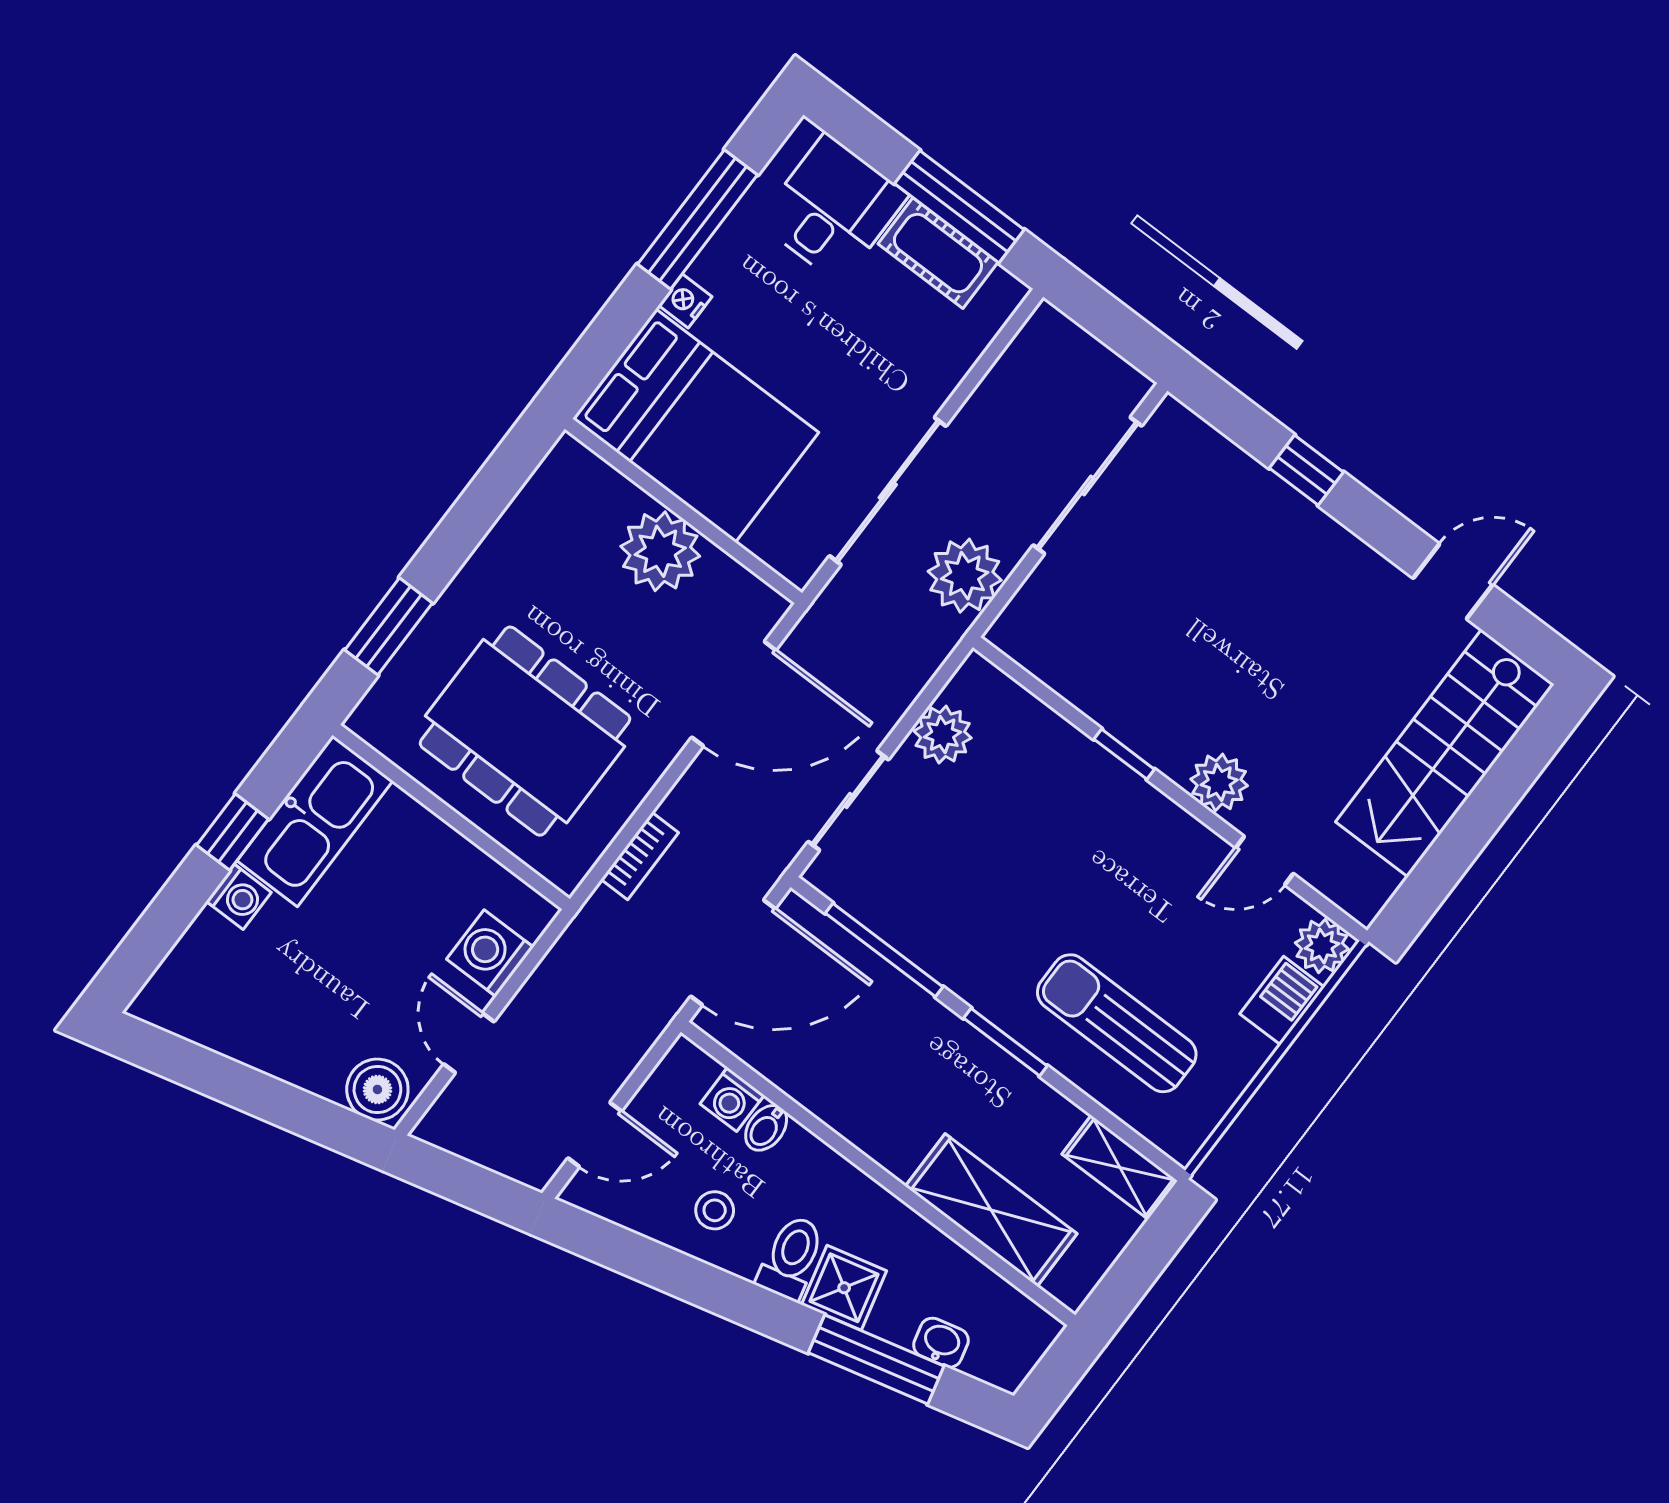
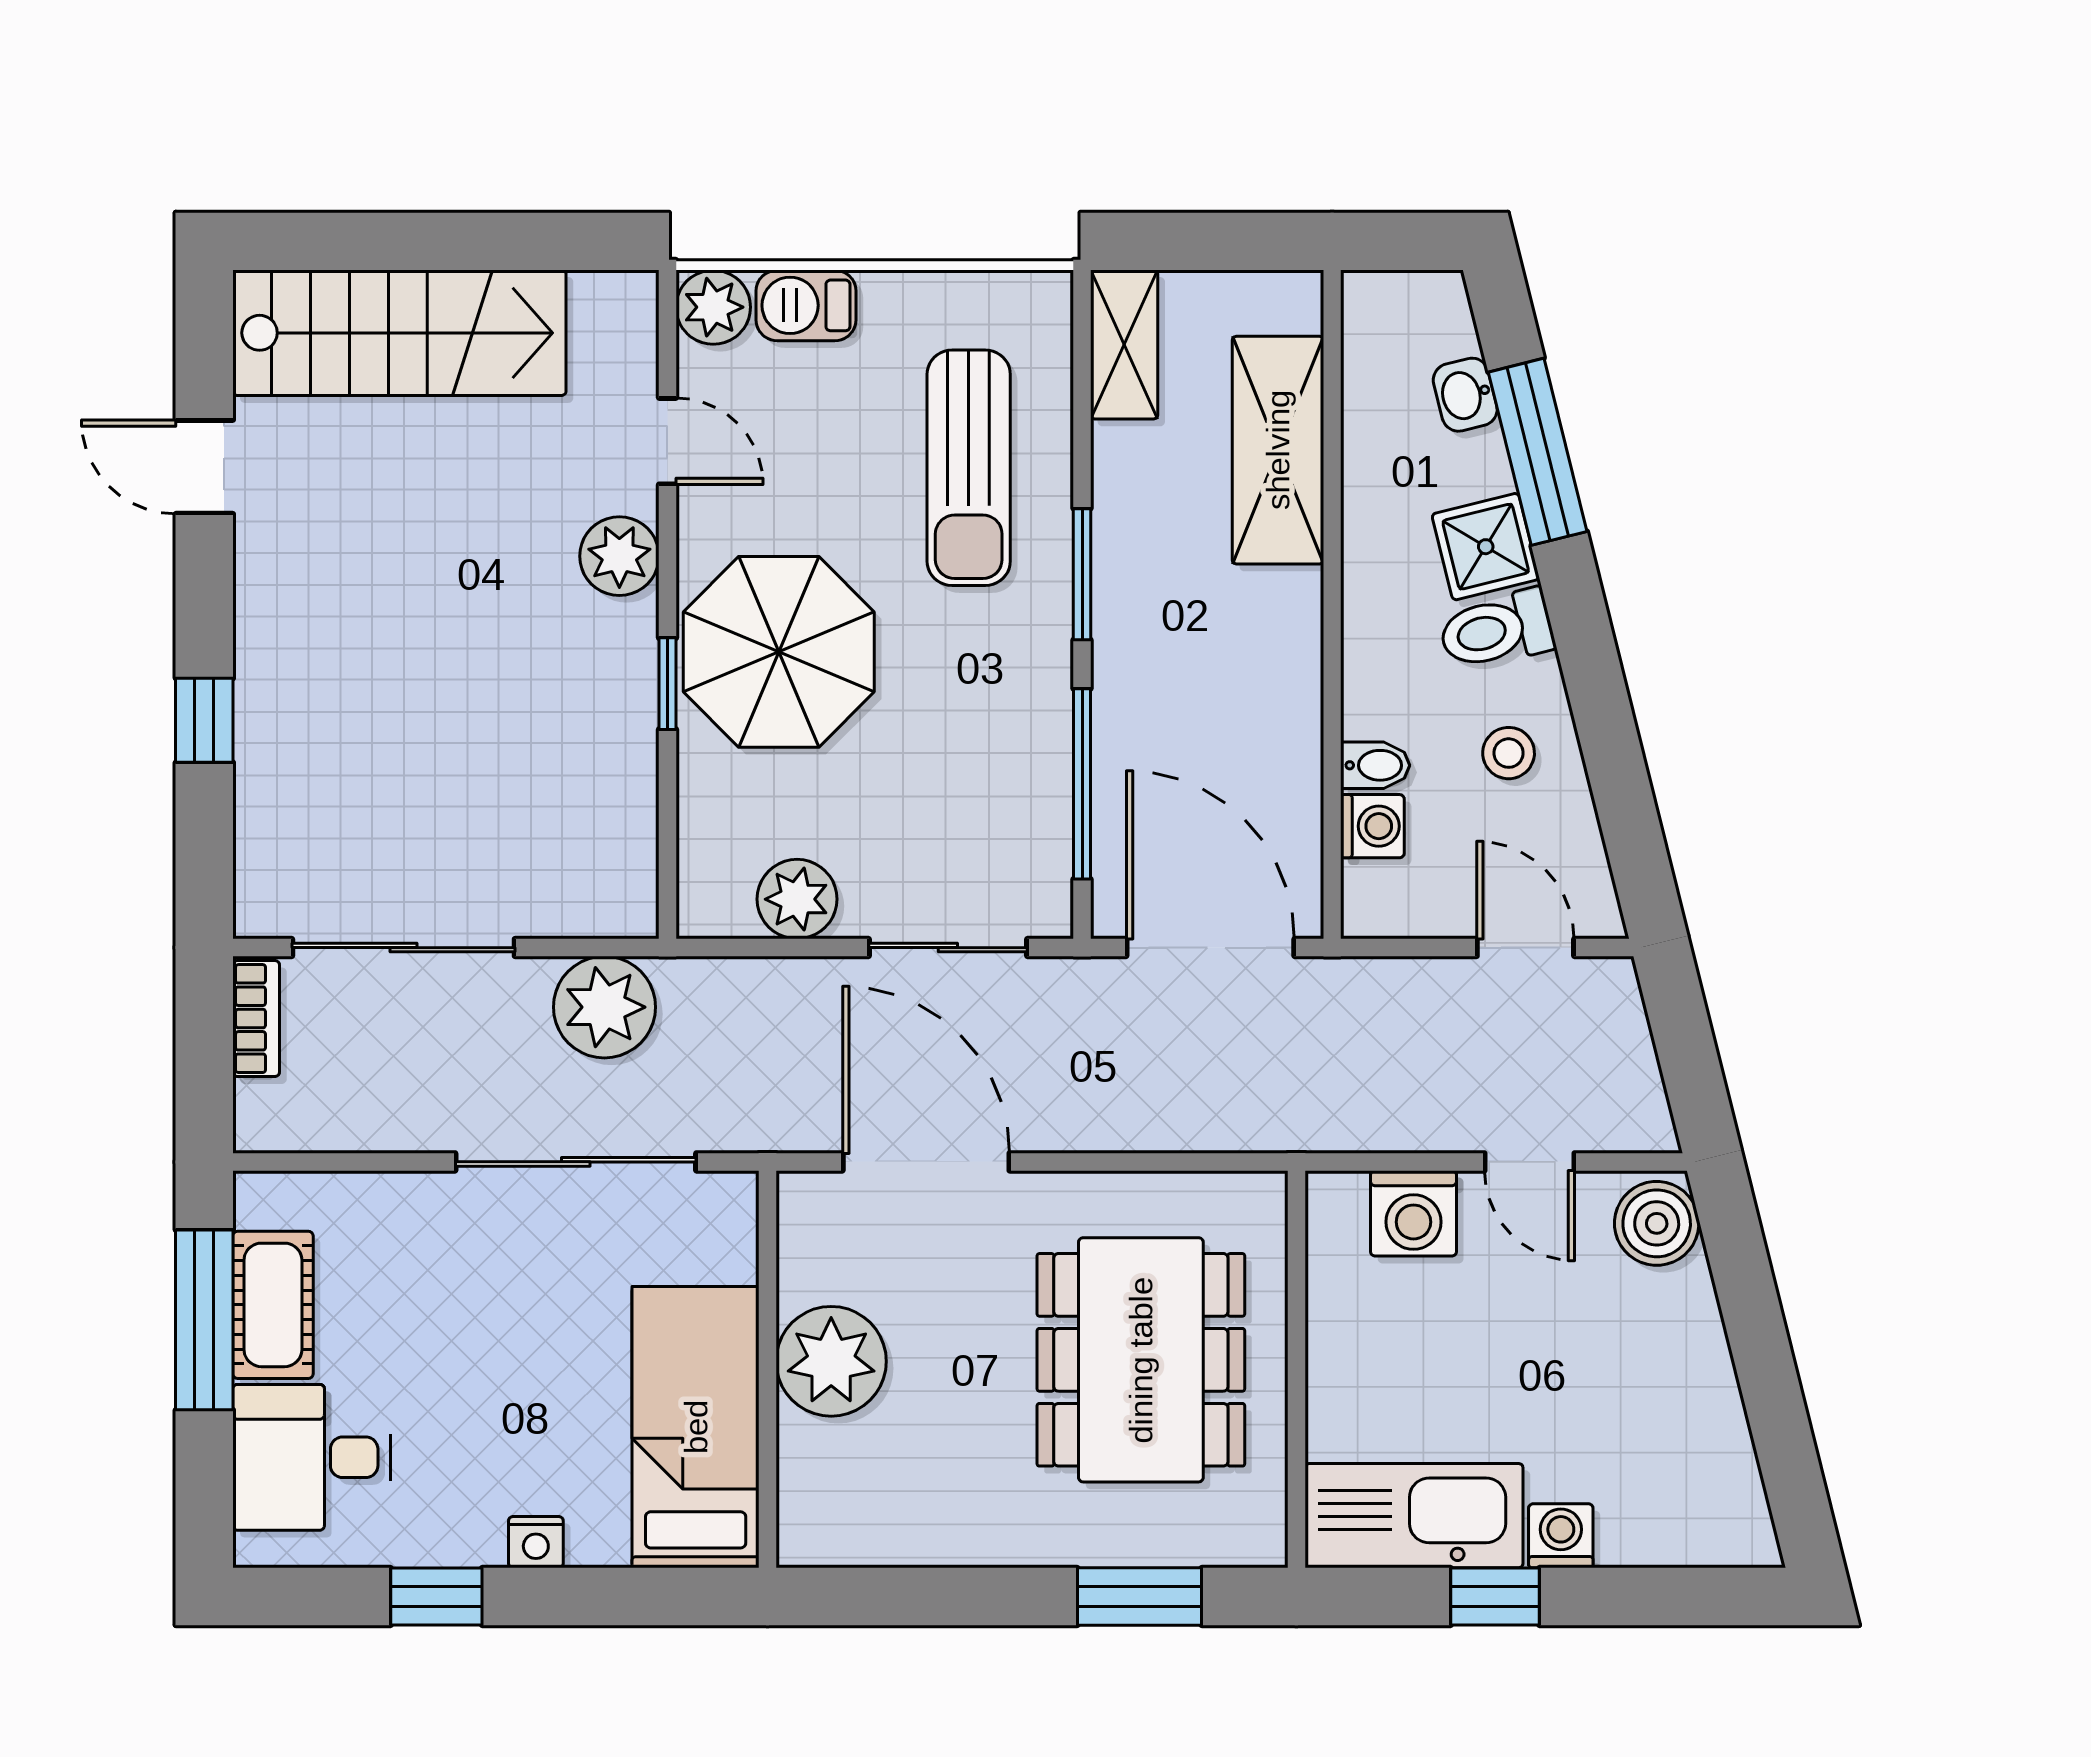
window: (697, 220) -> (436, 1596), width x0.46
bed: (696, 426) -> (696, 1427), width x0.67
parasol: (1094, 832) -> (779, 652), added
bookcase: (640, 856) -> (256, 1019), moved, turned 90
door: (469, 1043) -> (1530, 1162), hinge flipped

